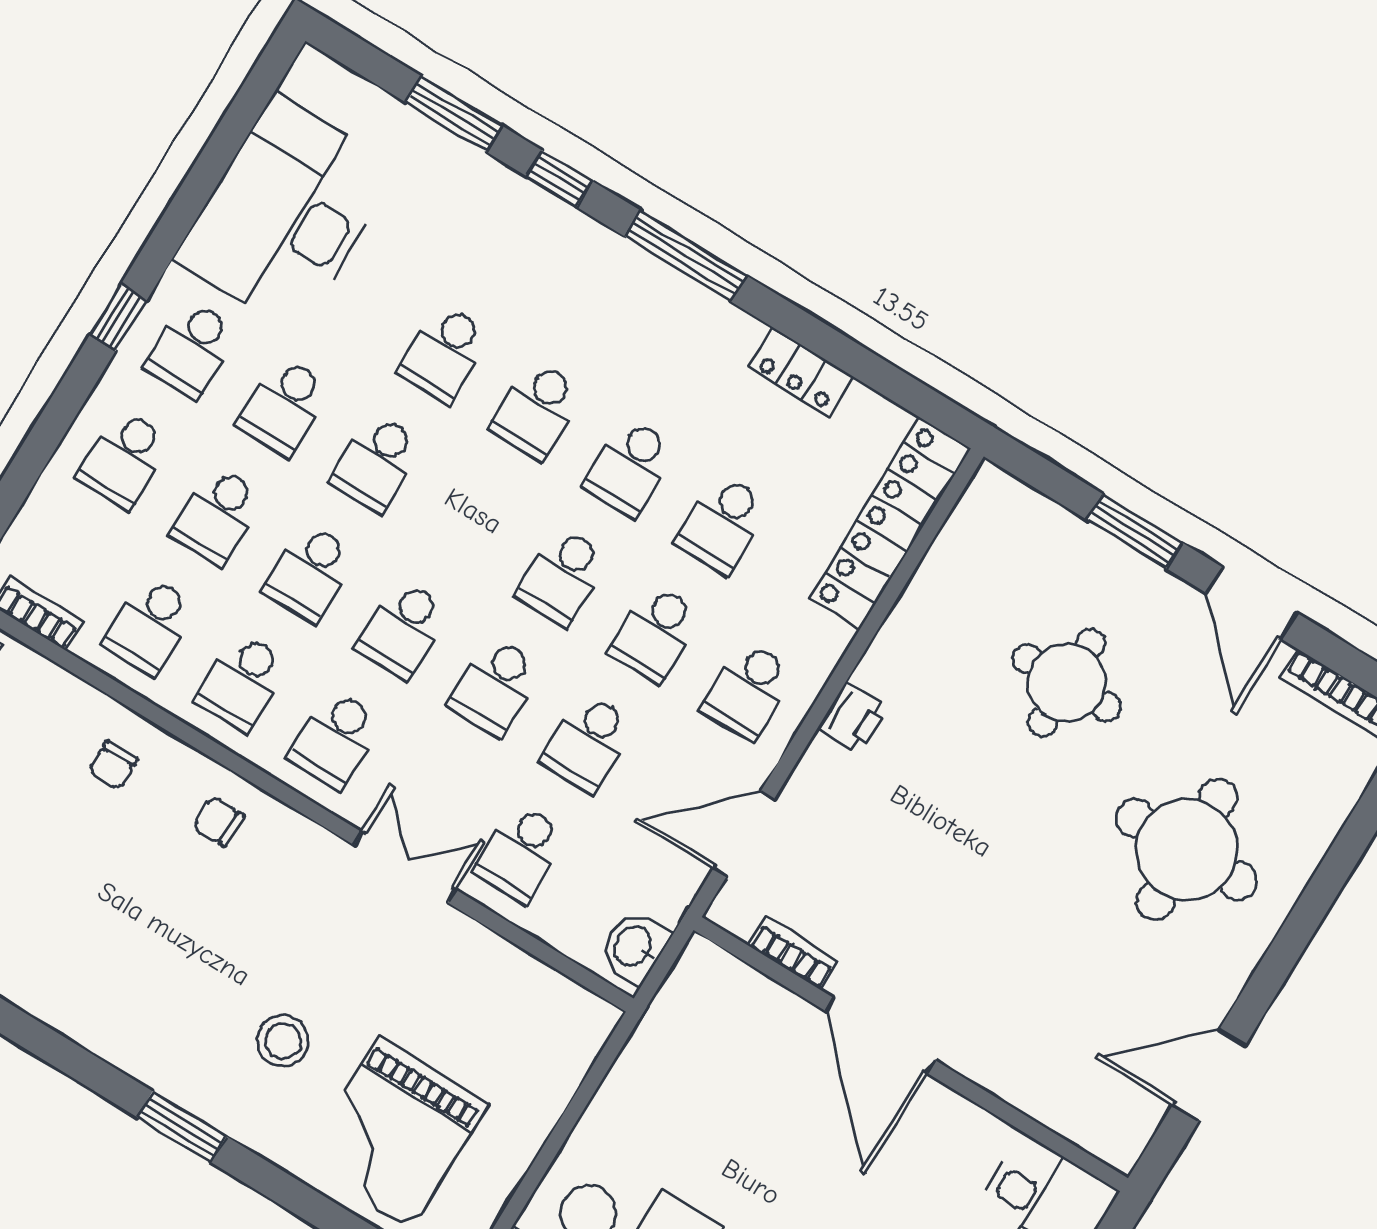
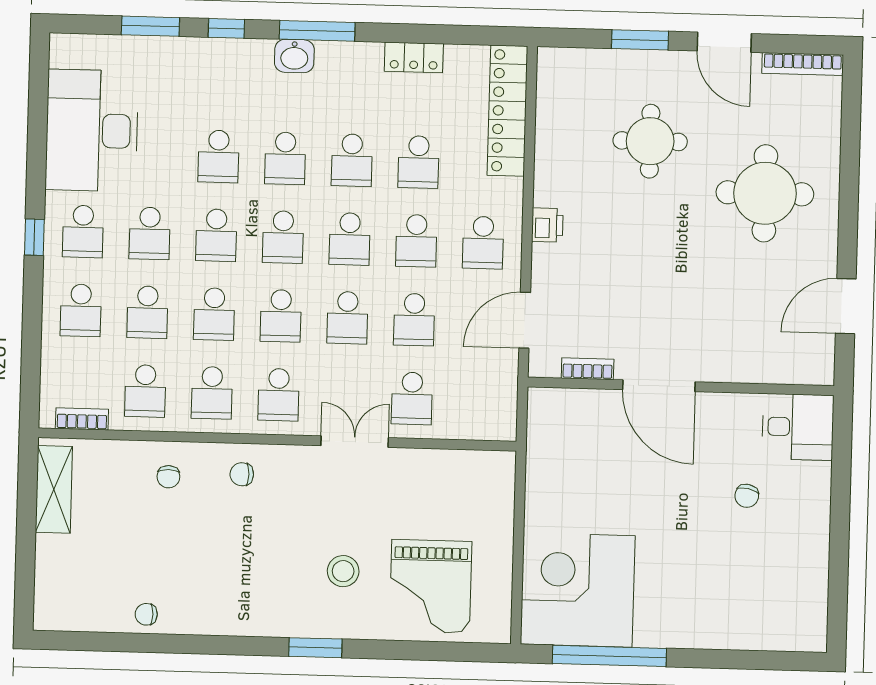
school desk: (470, 520) -> (283, 237), added
washbasin: (634, 947) -> (294, 56), moved, turned -90

